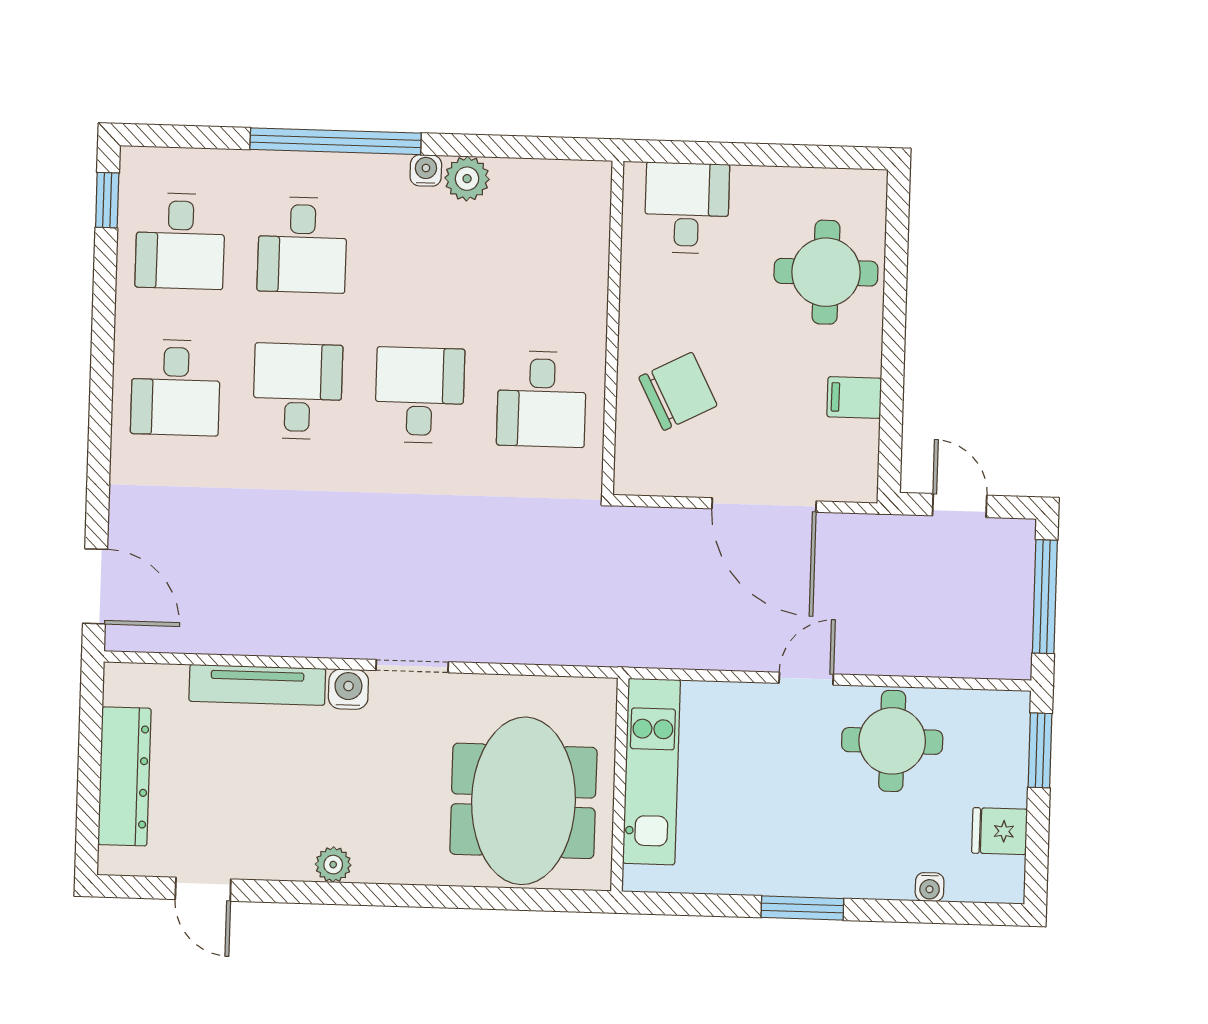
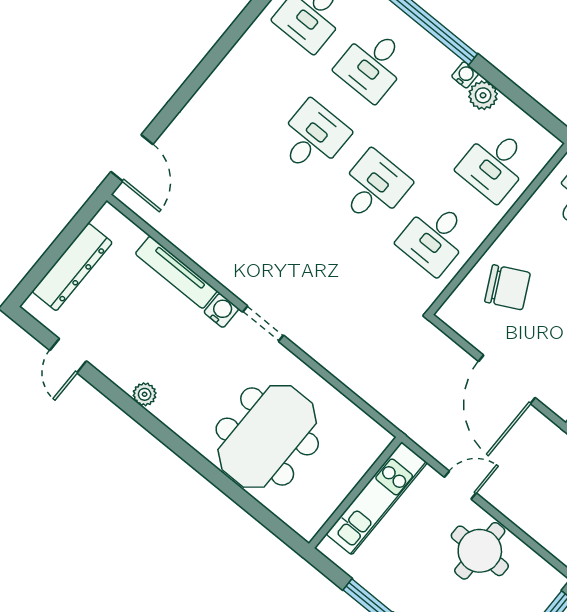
desk: (176, 387) -> (495, 164), moved
kitchen unit: (652, 772) -> (377, 498), moved
wall: (620, 785) -> (355, 493), moved

